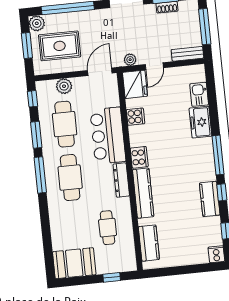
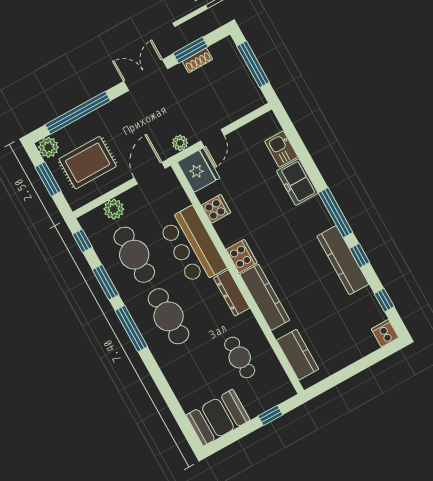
bench: (187, 54) -> (246, 106), removed
kitchen counter: (210, 199) -> (343, 260), width x1.50

